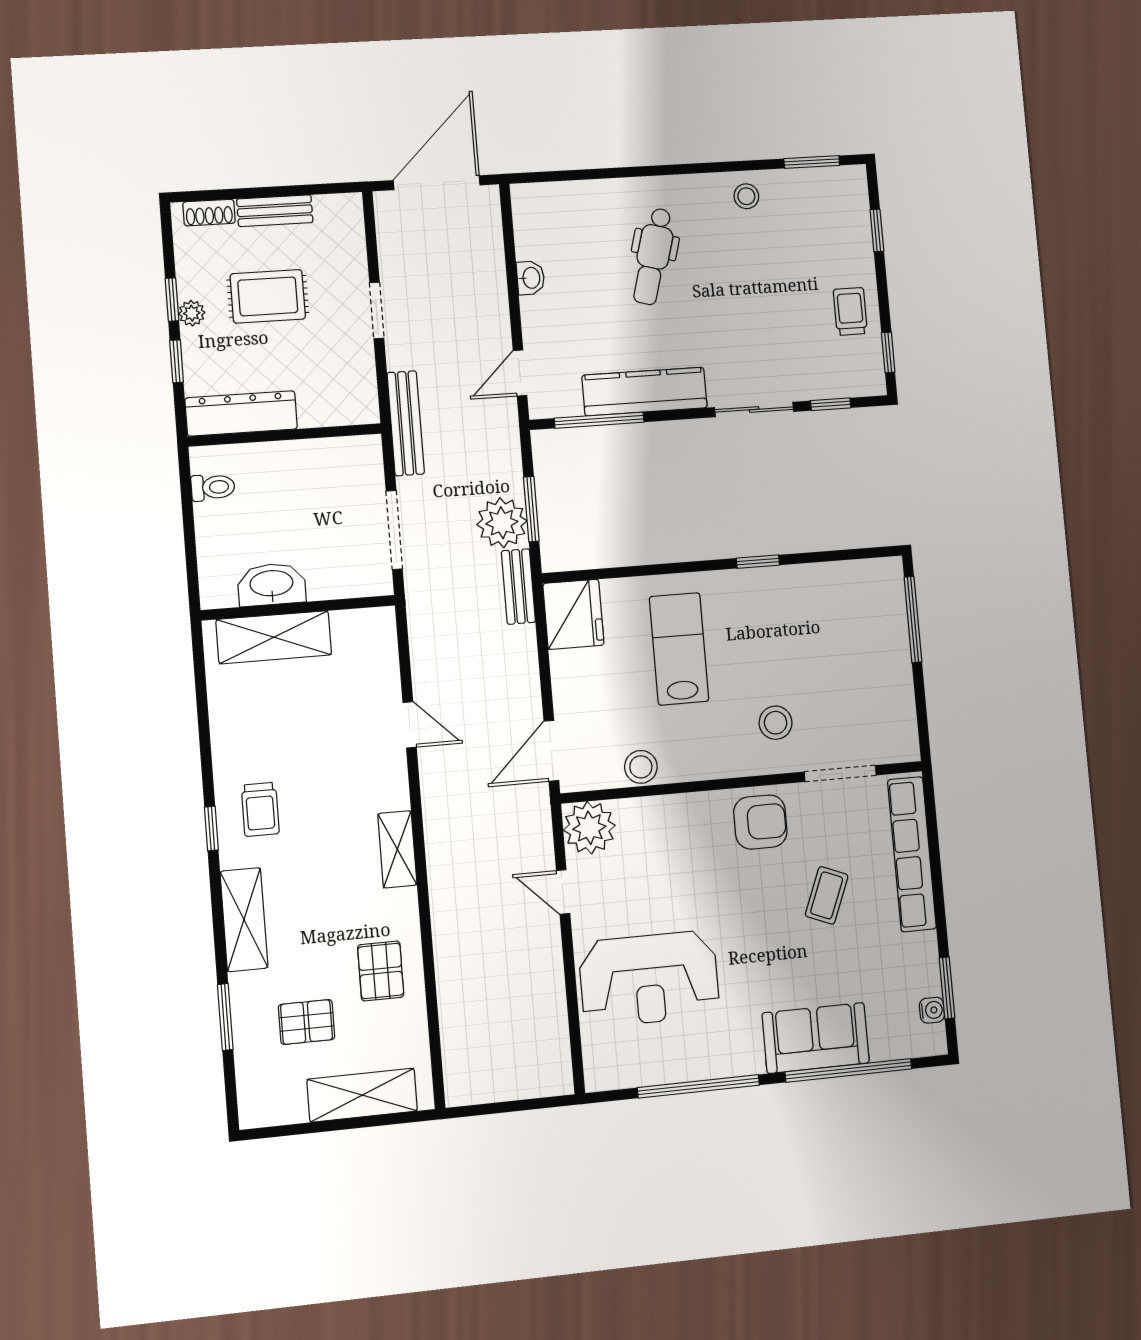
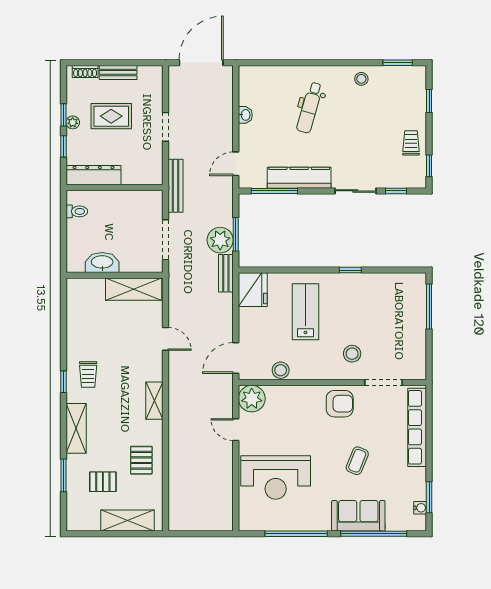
shelving: (274, 637) -> (134, 289), moved
coffee table: (827, 895) -> (357, 461), moved

